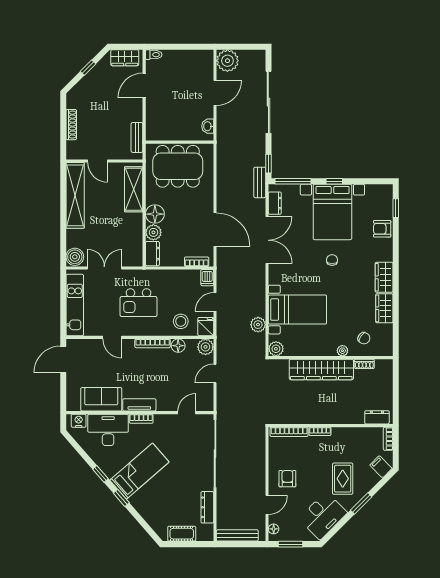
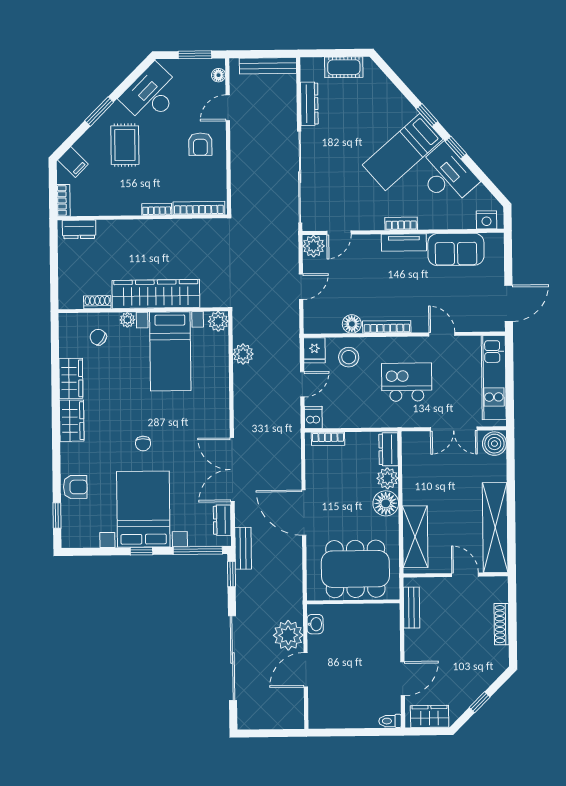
plant: (227, 61) -> (288, 635), moved
door: (215, 229) -> (304, 513), moved
bed with nightstands: (297, 310) -> (170, 351), moved, turned -90
plant: (205, 347) -> (314, 246), moved
desk: (108, 430) -> (446, 175), moved, turned -131

